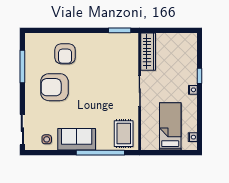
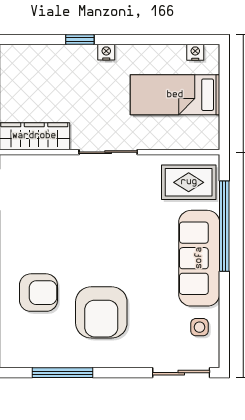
sofa: (77, 139) -> (199, 258), width x1.36

